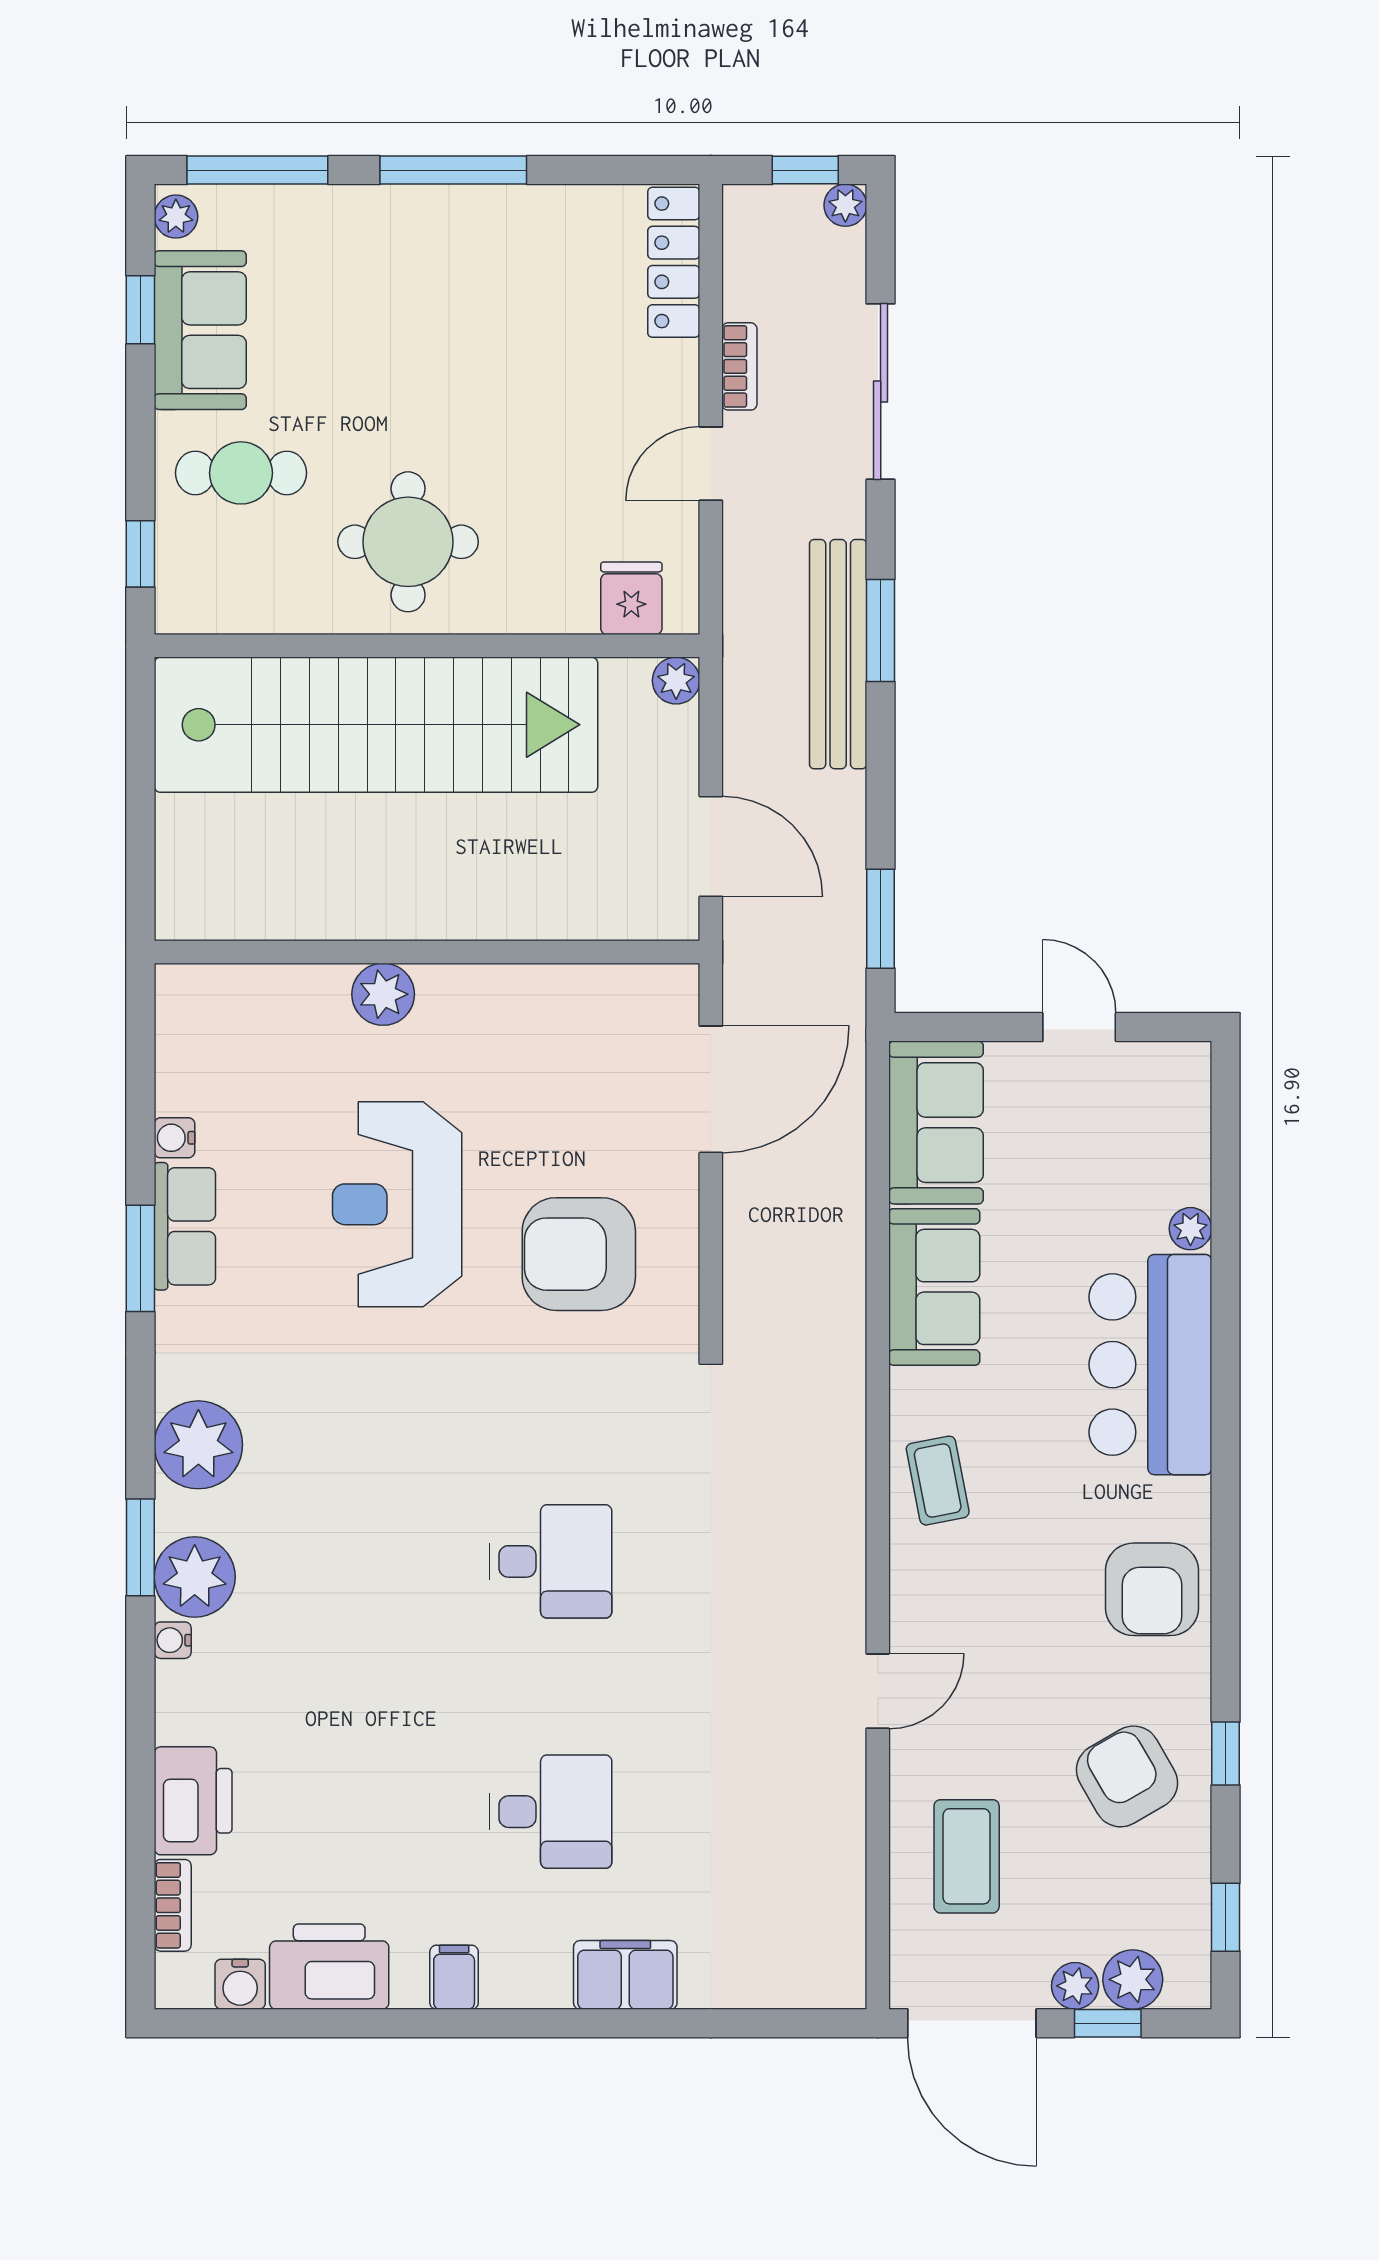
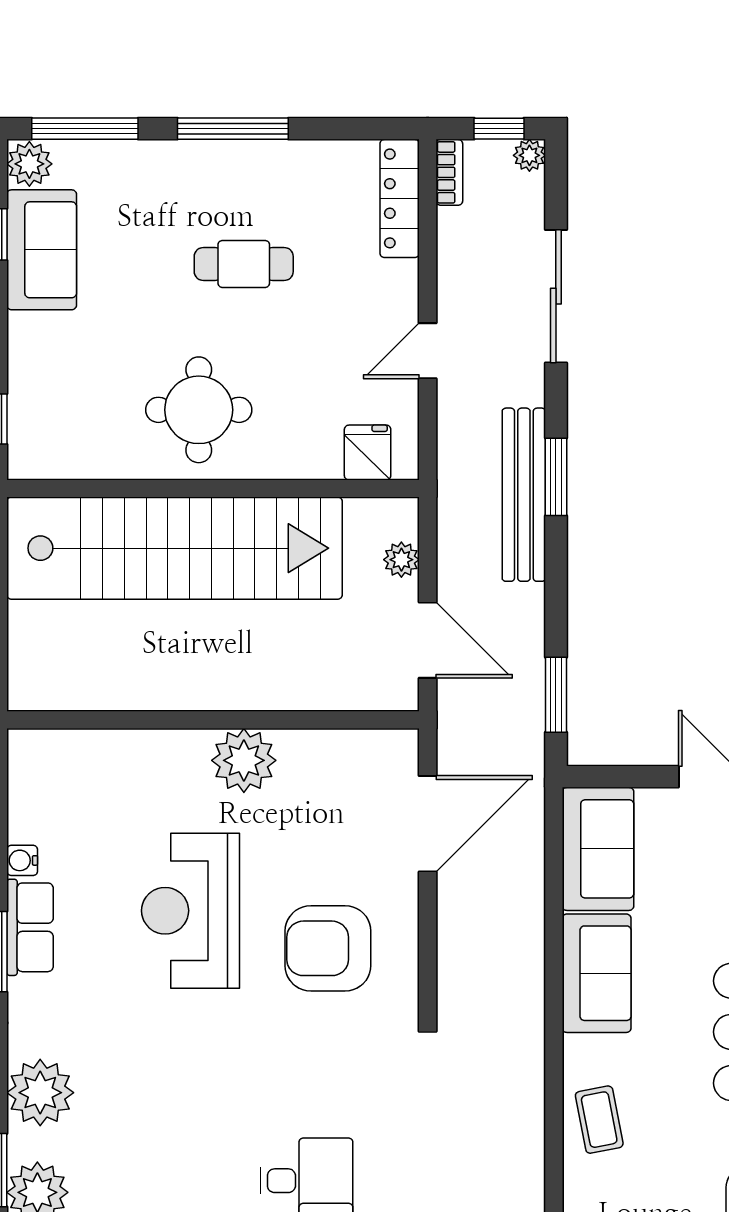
plant: (176, 217) -> (29, 164), width x1.38, depth x1.38
bookcase: (739, 366) -> (449, 172), moved
cafe table: (241, 473) -> (244, 264), moved
plant: (676, 681) -> (401, 560), moved
plant: (383, 994) -> (244, 760), moved, width x1.36, depth x1.36

